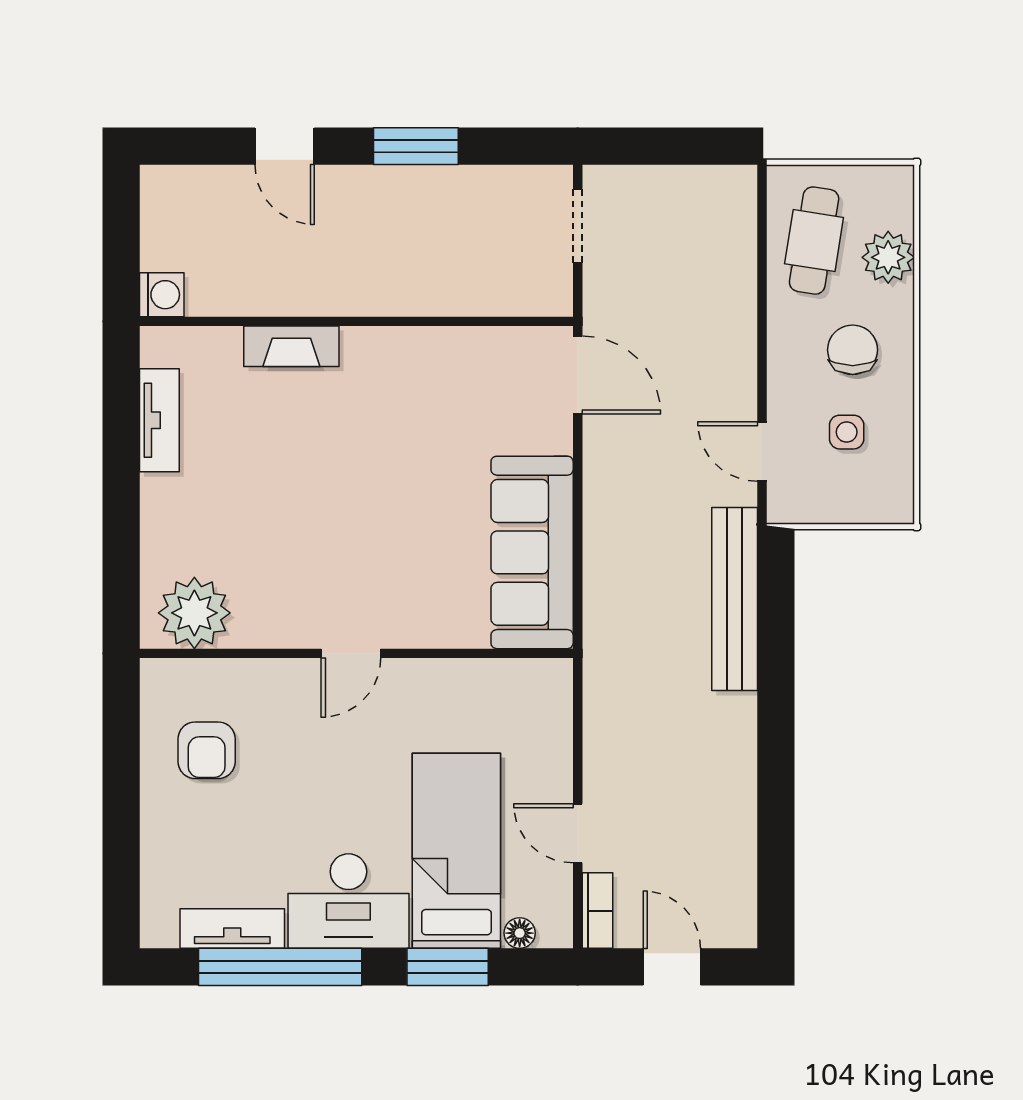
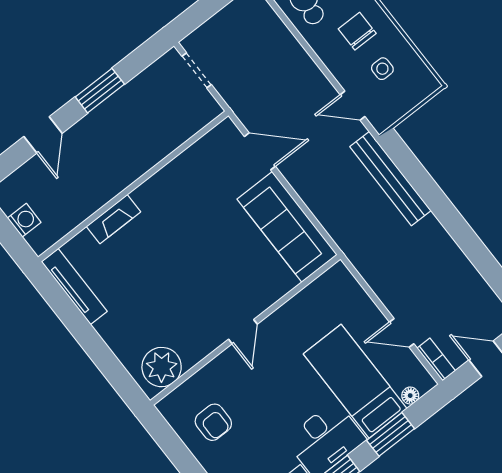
door: (285, 146) -> (43, 135), hinge flipped
washing machine: (162, 295) -> (24, 220), moved
door: (578, 375) -> (260, 151), moved
tv unit: (159, 420) -> (74, 286), width x1.41

